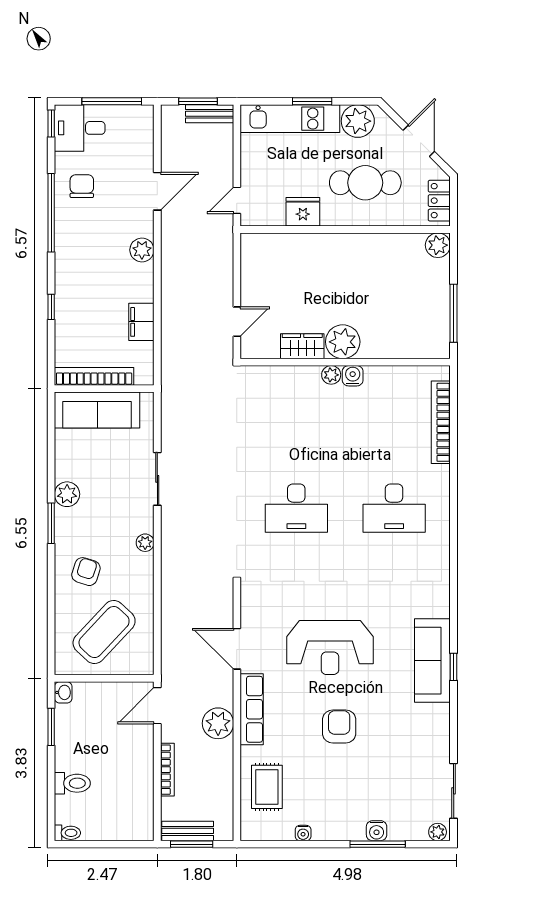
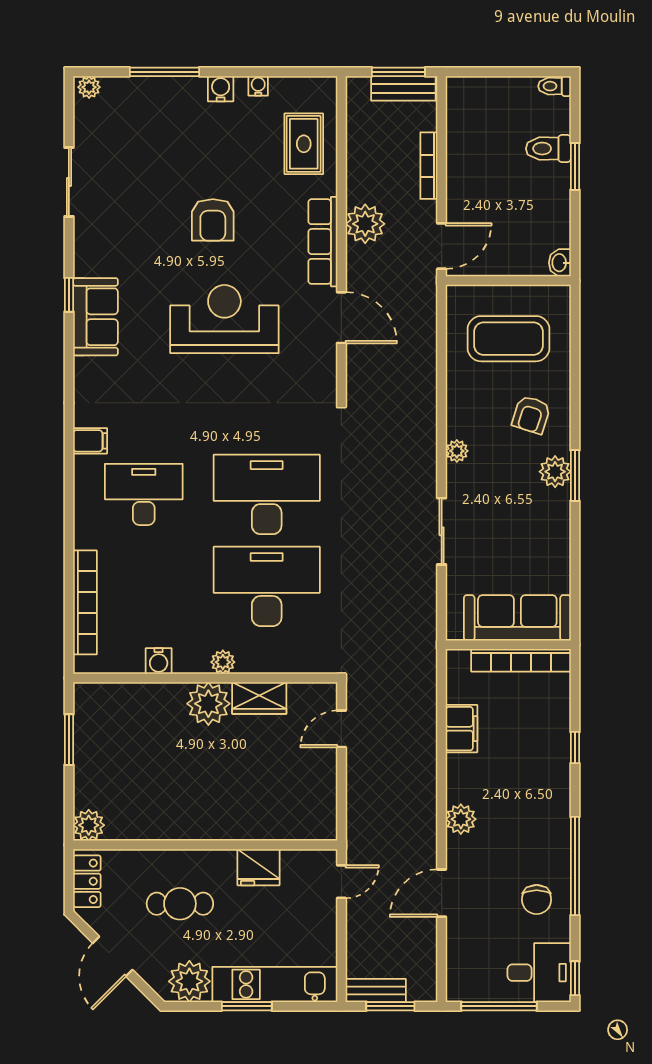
cafe table: (365, 183) -> (180, 904), width x0.73, depth x0.74
window: (454, 313) -> (69, 740), width x0.69
water cooler: (353, 376) -> (159, 661), moved
desk: (296, 435) -> (267, 586), added
plant: (67, 494) -> (555, 472), moved
desk: (296, 508) -> (267, 494), width x1.36, depth x1.30
filing cabinet: (437, 551) -> (90, 441), added
coffee table: (104, 632) -> (508, 339), turned 47
sofa: (432, 661) -> (96, 317), width x0.73
window: (51, 727) -> (575, 166), moved
sliding door: (454, 791) -> (69, 182), moved
water cooler: (377, 831) -> (221, 89), moved

